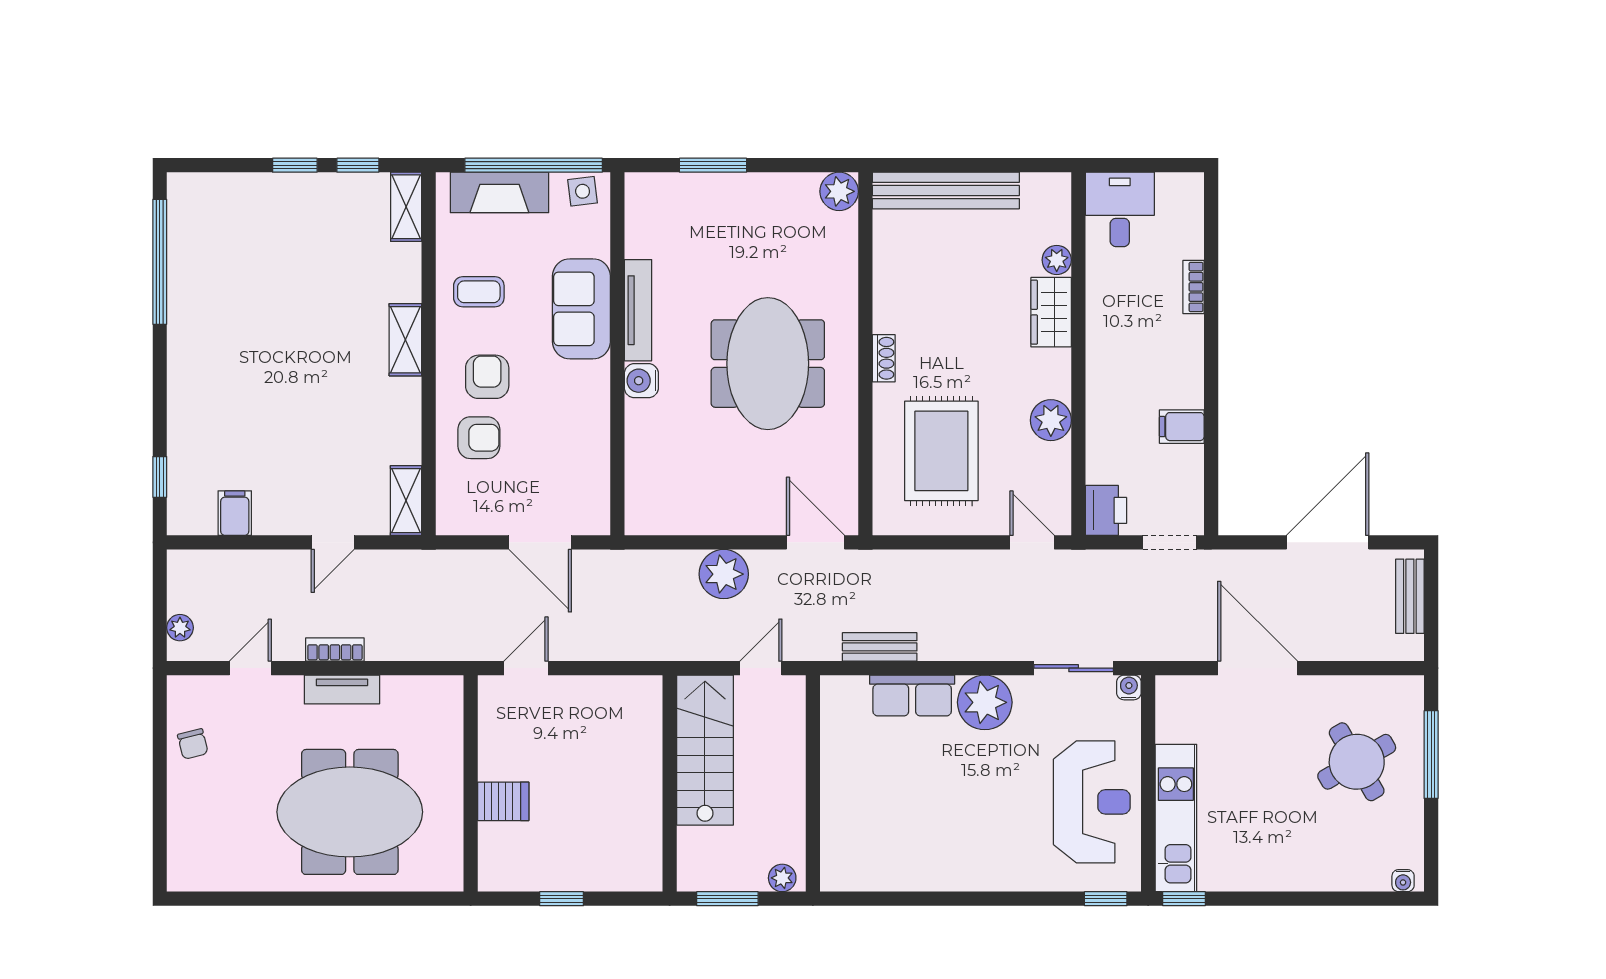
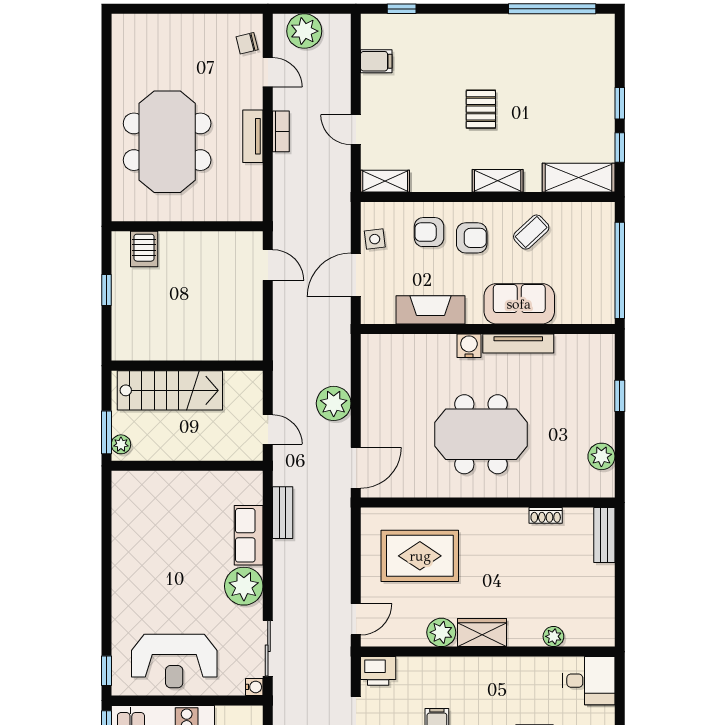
window: (713, 165) -> (620, 396), width x0.67
side table: (583, 191) -> (375, 239), moved
plant: (839, 191) -> (601, 456), moved
bench: (946, 191) -> (604, 535), width x0.54, depth x0.82
fireplace: (499, 192) -> (430, 310), moved, turned 90
shelving: (406, 207) -> (579, 178), width x1.50, depth x1.33
coffee table: (479, 292) -> (531, 232), turned 47
wardrobe: (1051, 312) -> (482, 633), moved
shoe rack: (884, 358) -> (546, 515), moved
pallet: (303, 364) -> (481, 109), added
armchair: (479, 438) -> (429, 232), turned 90
plant: (180, 628) -> (304, 31), width x1.87, depth x1.87
chair: (193, 744) -> (247, 43), moved
stairs: (705, 750) -> (170, 390), moved
server rack: (503, 801) -> (144, 249), moved
window: (727, 899) -> (106, 432), moved

